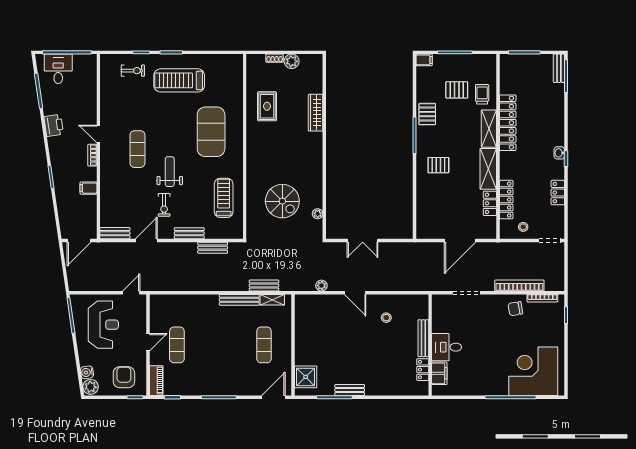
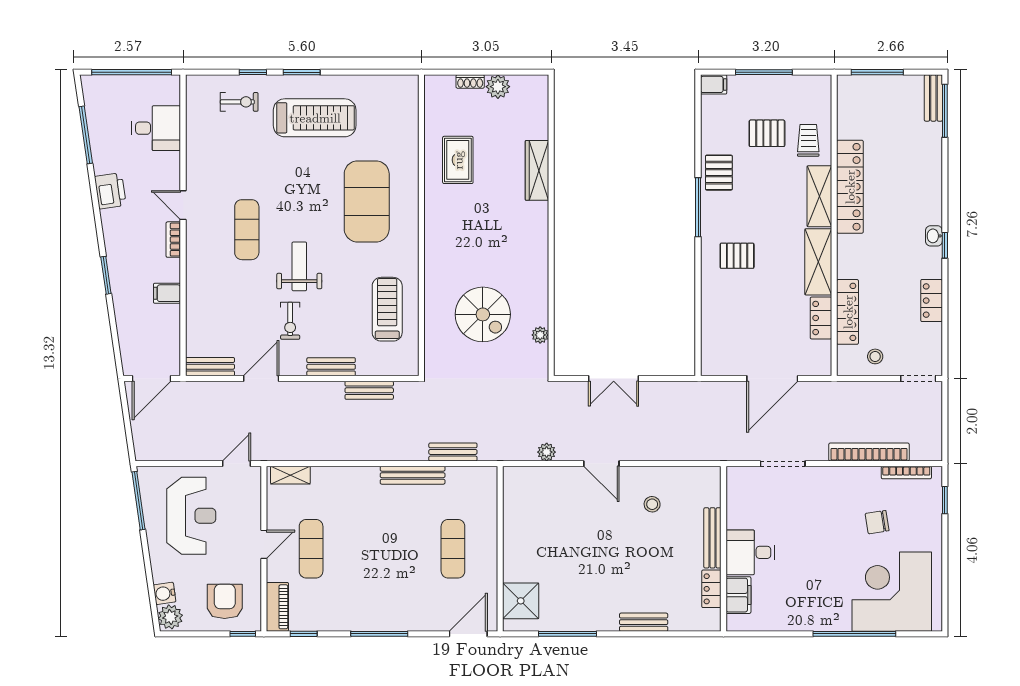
desk: (58, 69) -> (156, 128), moved, turned 90
treadmill: (179, 80) -> (315, 118), turned 180
shelving: (272, 300) -> (290, 475), moved
chair: (515, 309) -> (877, 522), moved
bench: (350, 390) -> (644, 622), moved

